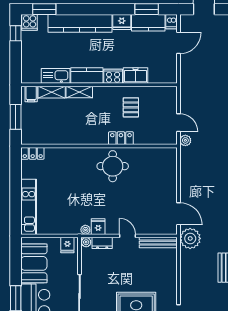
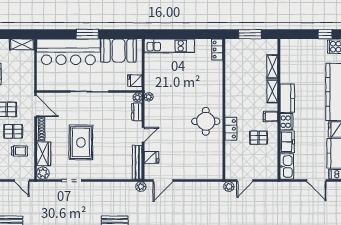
kitchen sink: (56, 76) -> (287, 166), moved
filing cabinet: (31, 94) -> (271, 116), moved
fridge: (98, 227) -> (152, 157), moved
plant: (190, 238) -> (141, 187), width x0.53, depth x0.53

